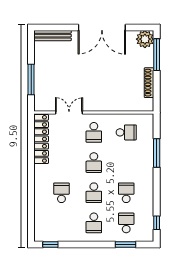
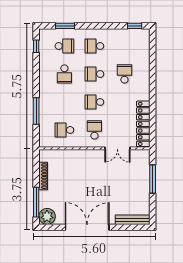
school desk: (94, 163) -> (94, 102), turned -90
school desk: (61, 193) -> (124, 74), turned 180
school desk: (94, 193) -> (94, 74), turned -90
school desk: (94, 223) -> (94, 46), turned -90
school desk: (126, 223) -> (64, 46), turned -90

